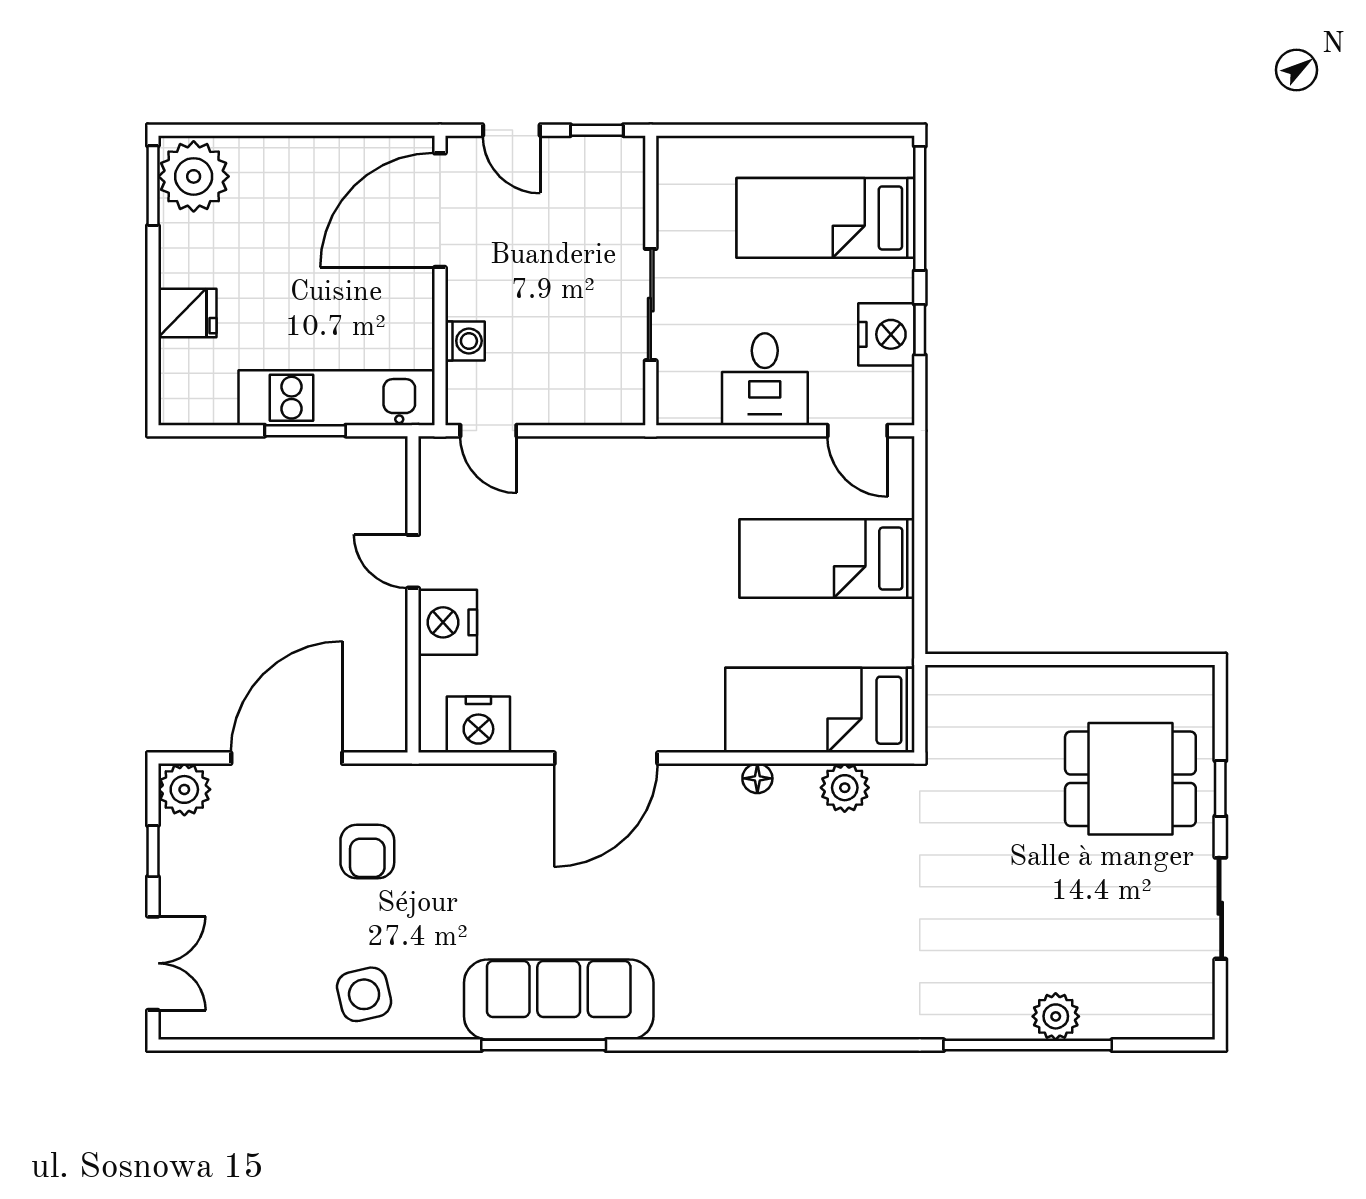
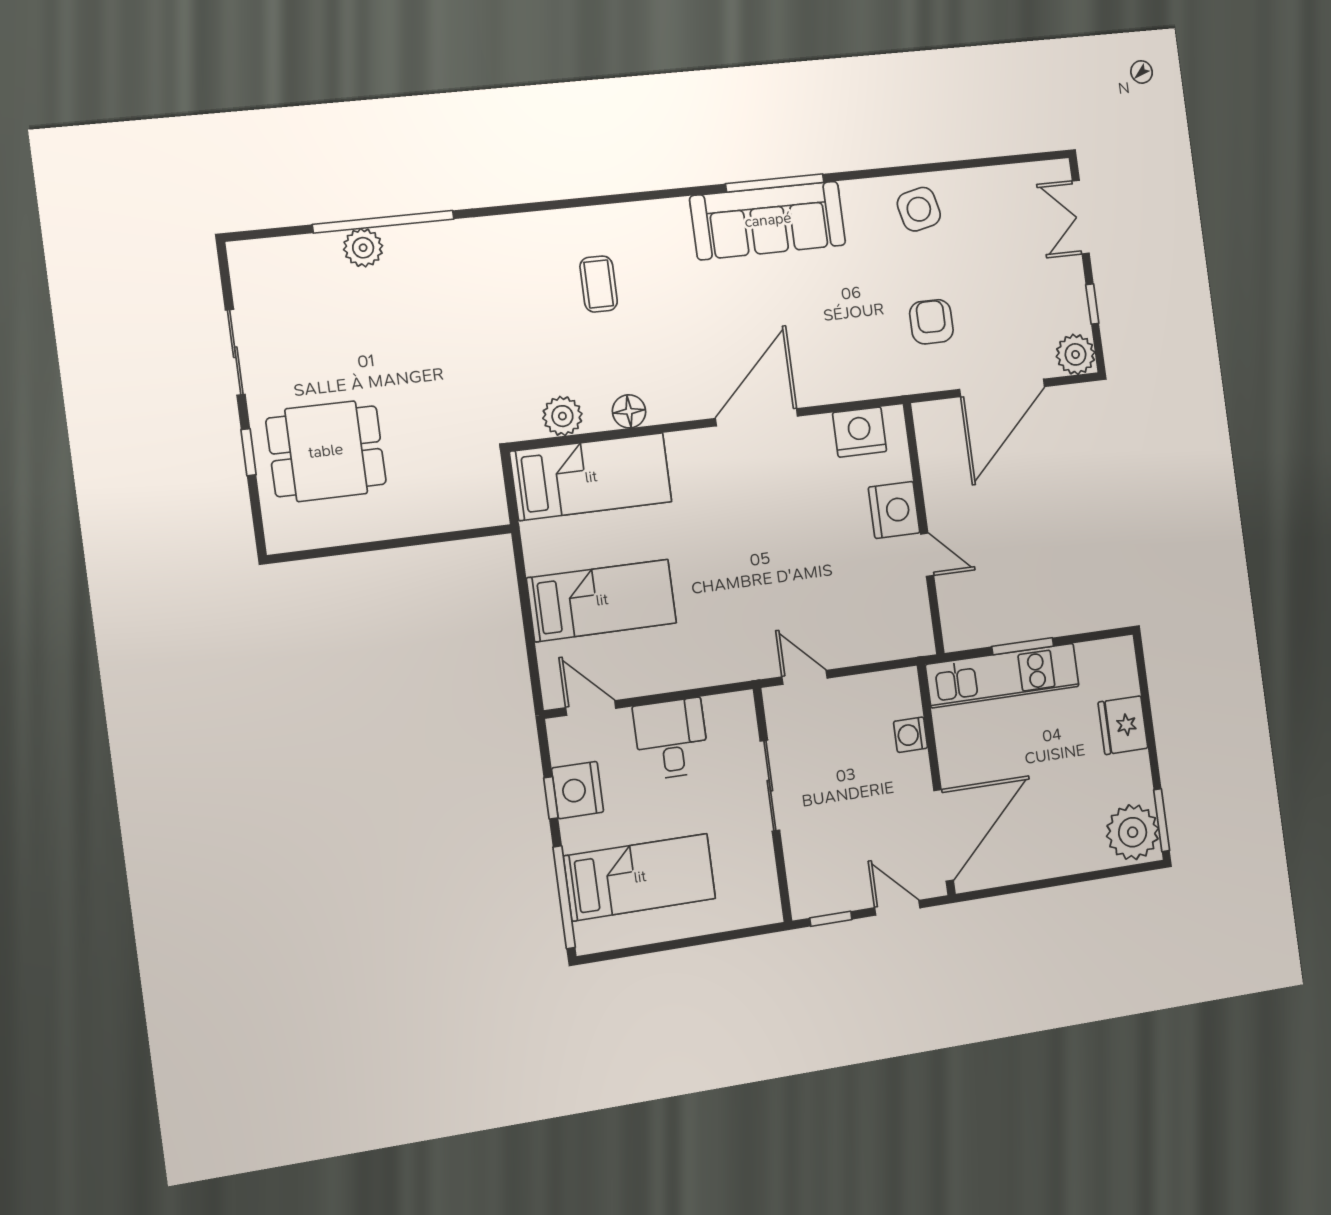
fridge: (187, 313) -> (1123, 725), width x1.38
door: (488, 431) -> (805, 677), moved
floor lamp: (757, 778) -> (629, 411), width x1.37, depth x1.37
coffee table: (779, 943) -> (599, 284), added

